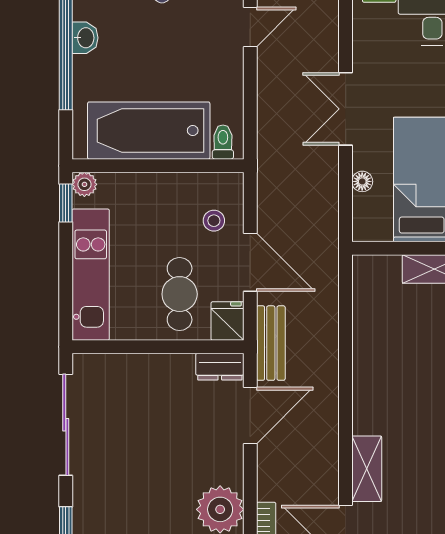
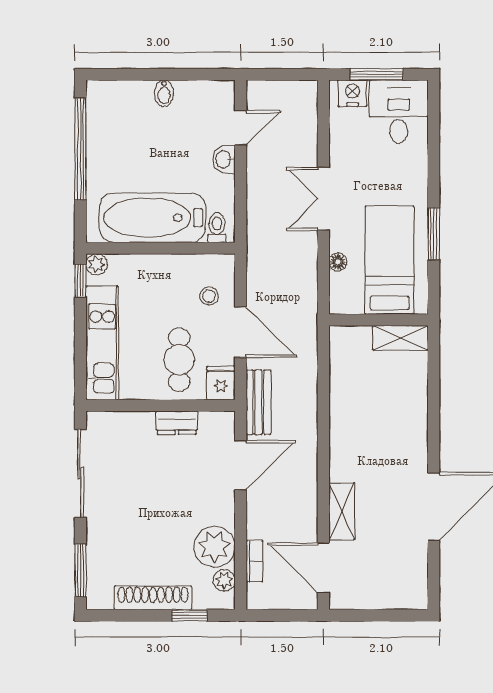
washbasin: (85, 38) -> (224, 159), moved, turned 180
dresser: (220, 367) -> (177, 423), moved

